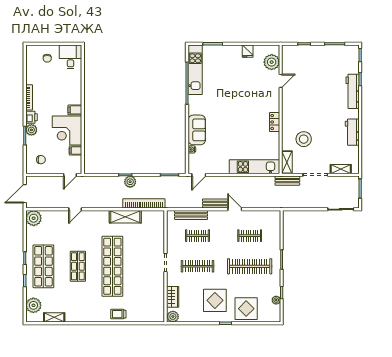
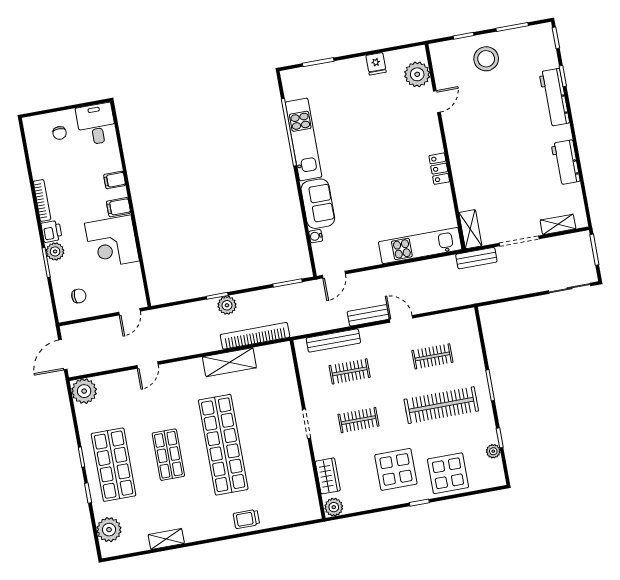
kitchen unit: (195, 70) -> (304, 139), moved
stool: (304, 139) -> (486, 59), moved
filing cabinet: (76, 151) -> (115, 180), moved
clothes rail: (198, 266) -> (358, 420), width x0.73
shelving: (54, 317) -> (166, 539), moved

